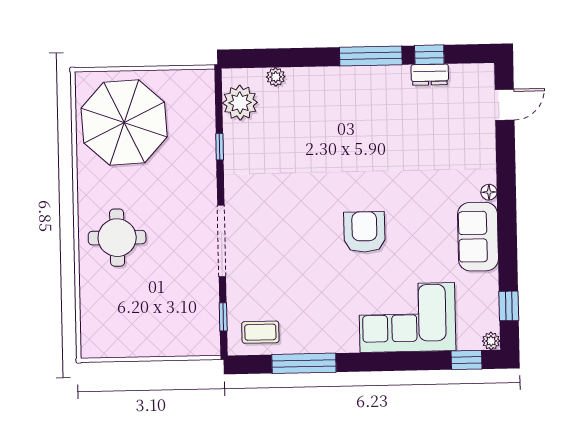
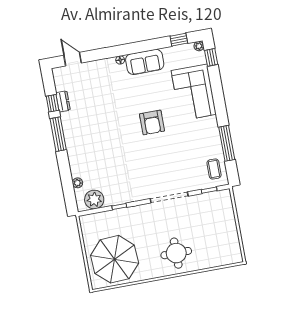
armchair: (364, 232) -> (152, 122), turned -90

